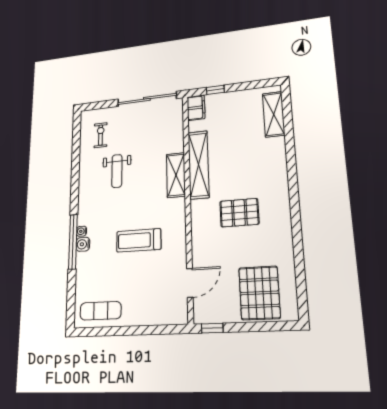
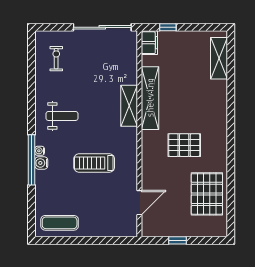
weight bench: (117, 171) -> (62, 116), moved, turned -90
pallet: (259, 293) -> (207, 194), moved
window: (212, 328) -> (177, 240), moved

